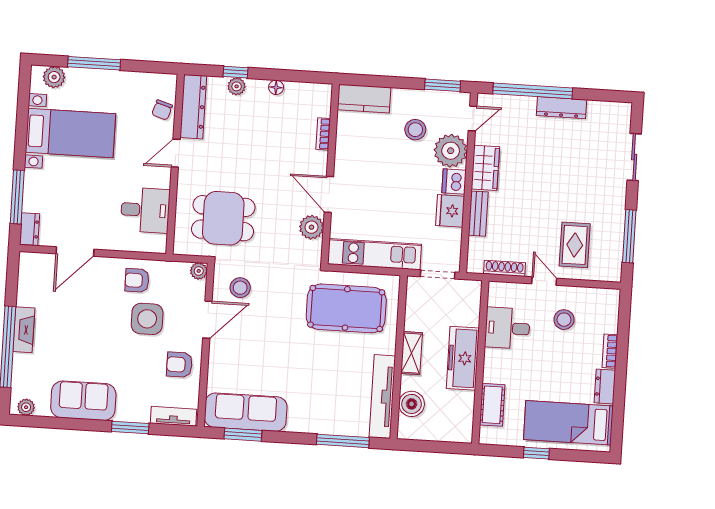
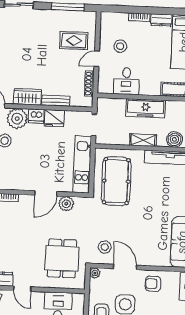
armchair: (179, 365) -> (153, 284), turned 90

